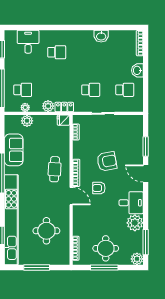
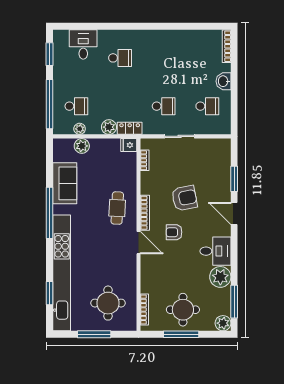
washbasin: (101, 36) -> (177, 37), removed
round table: (46, 231) -> (108, 303), moved

